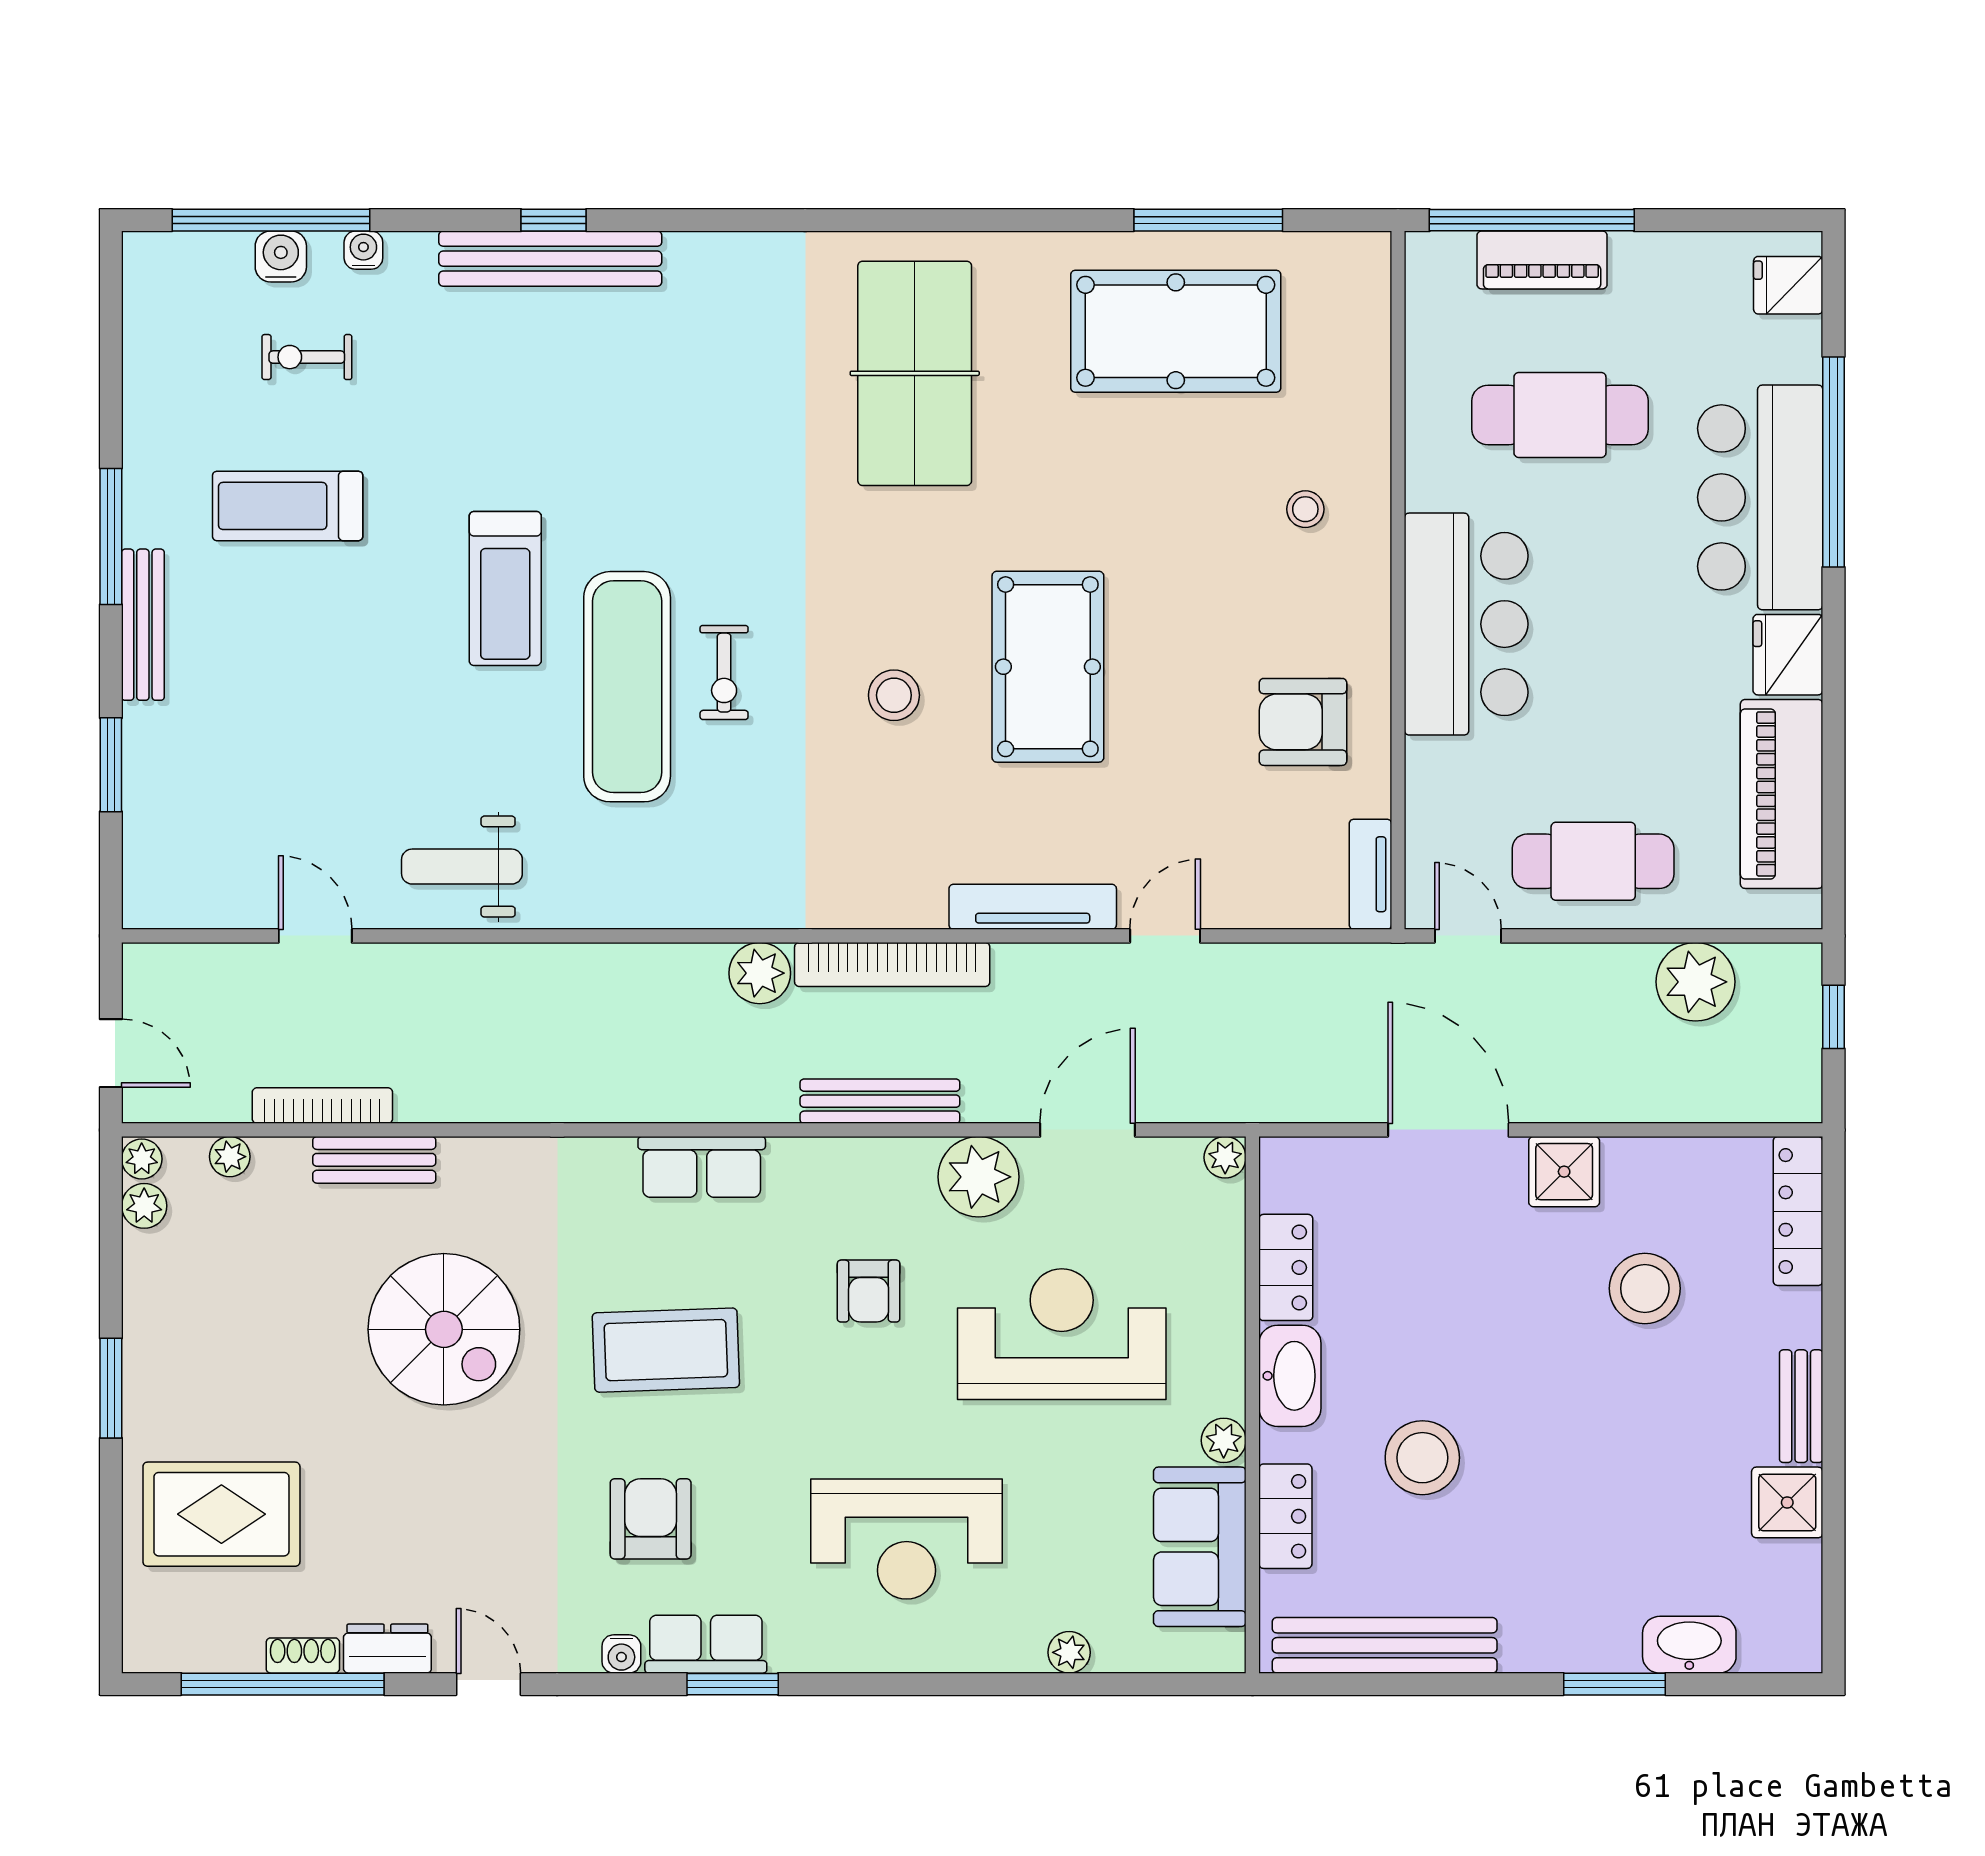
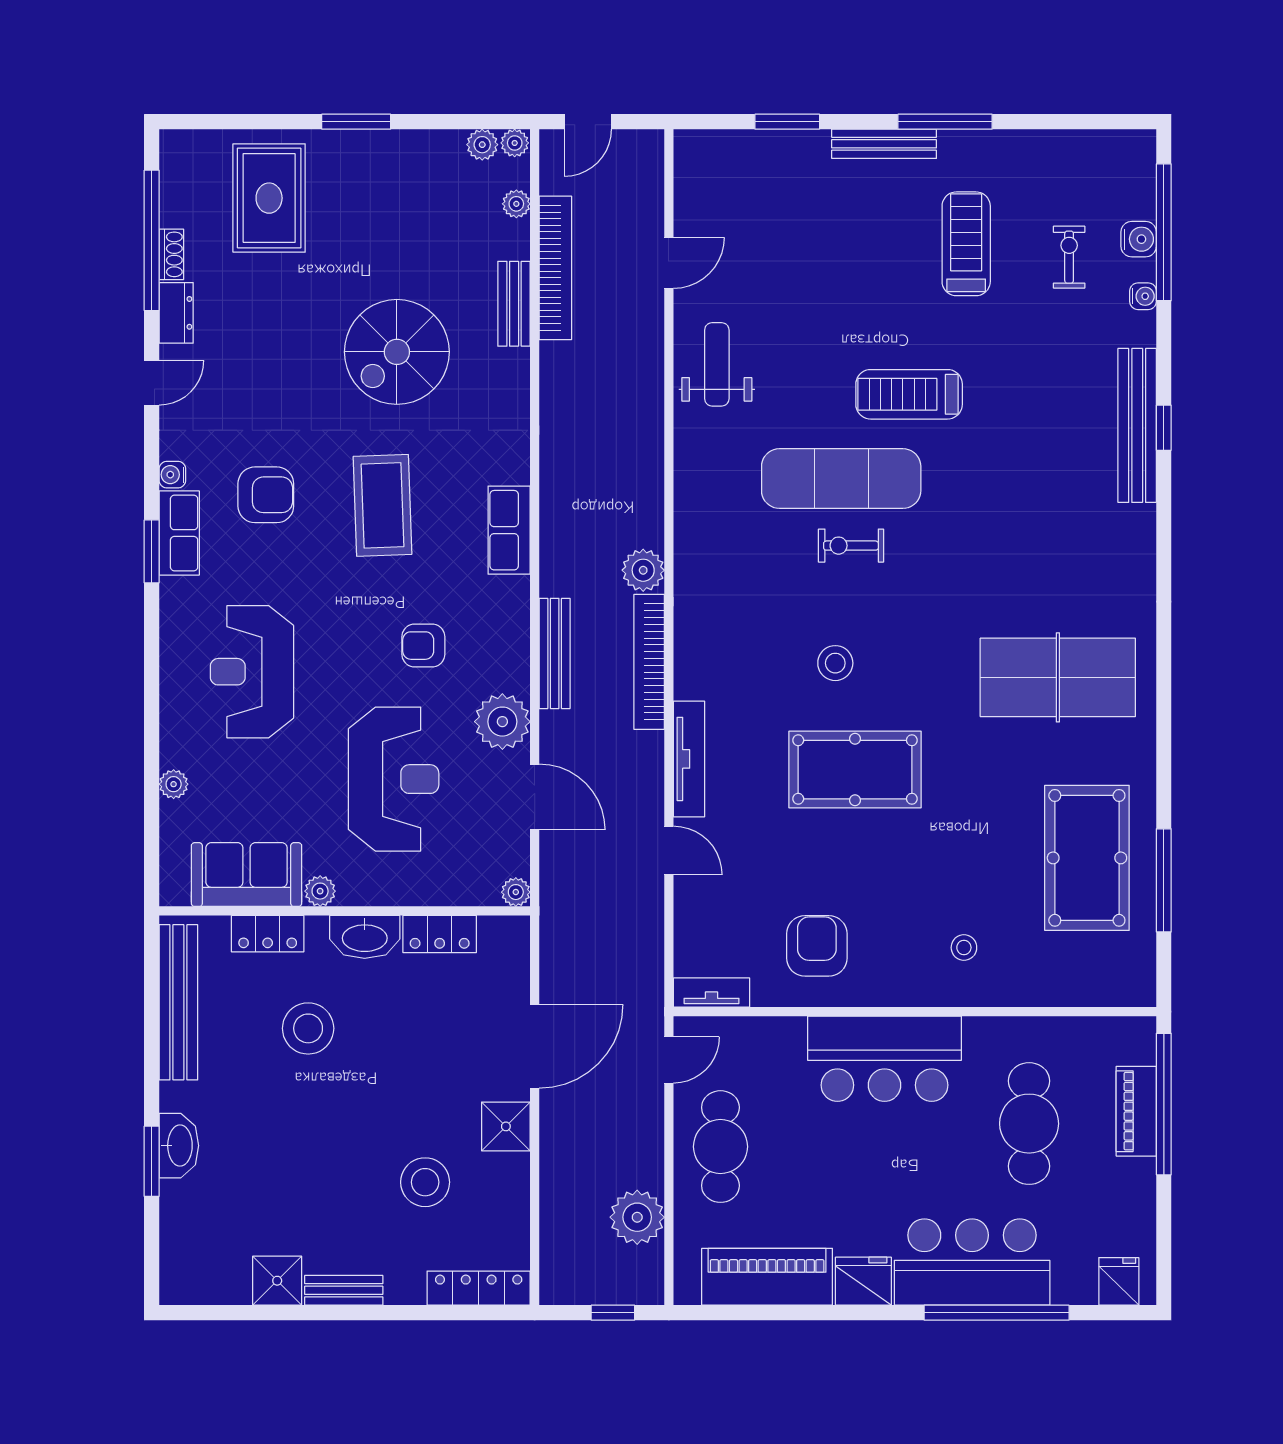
bookcase: (322, 1106) -> (555, 268), width x1.48, depth x1.31
washbasin: (1689, 1645) -> (179, 1146), moved

